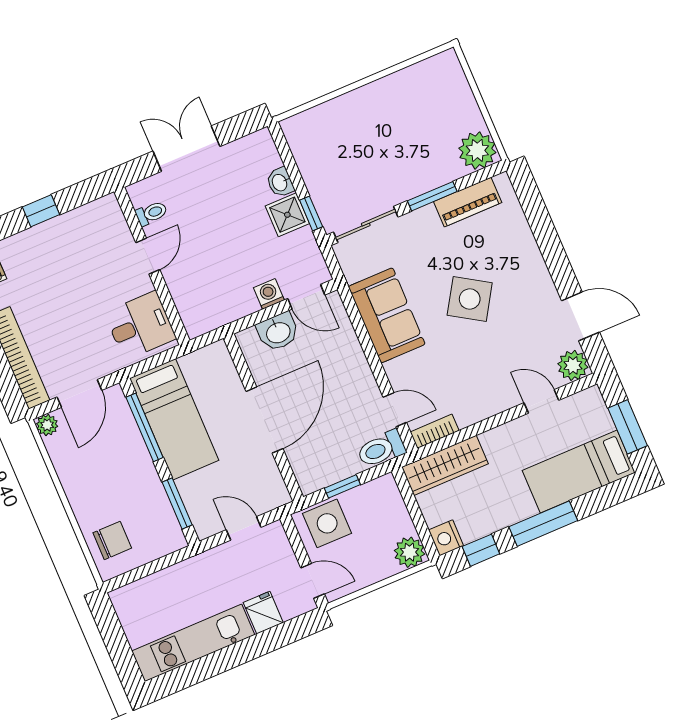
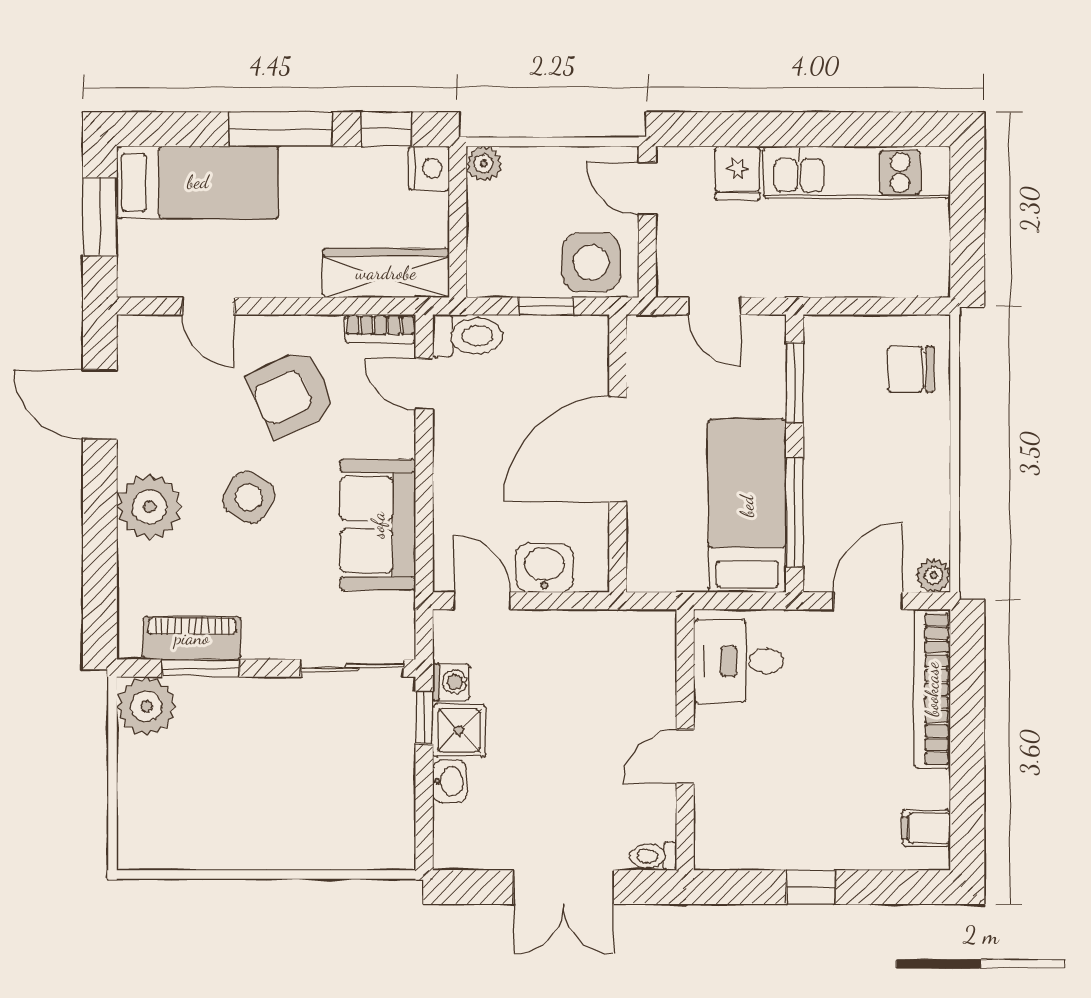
window: (432, 196) -> (201, 668), moved
toilet: (151, 213) -> (654, 856), moved
washing machine: (269, 294) -> (451, 682), moved, turned -90
side table: (470, 299) -> (248, 497), width x0.73, depth x0.73
plant: (573, 365) -> (150, 507), moved, width x1.36, depth x1.36
armchair: (470, 371) -> (292, 393), added
plant: (409, 552) -> (484, 164), width x0.73, depth x0.73

